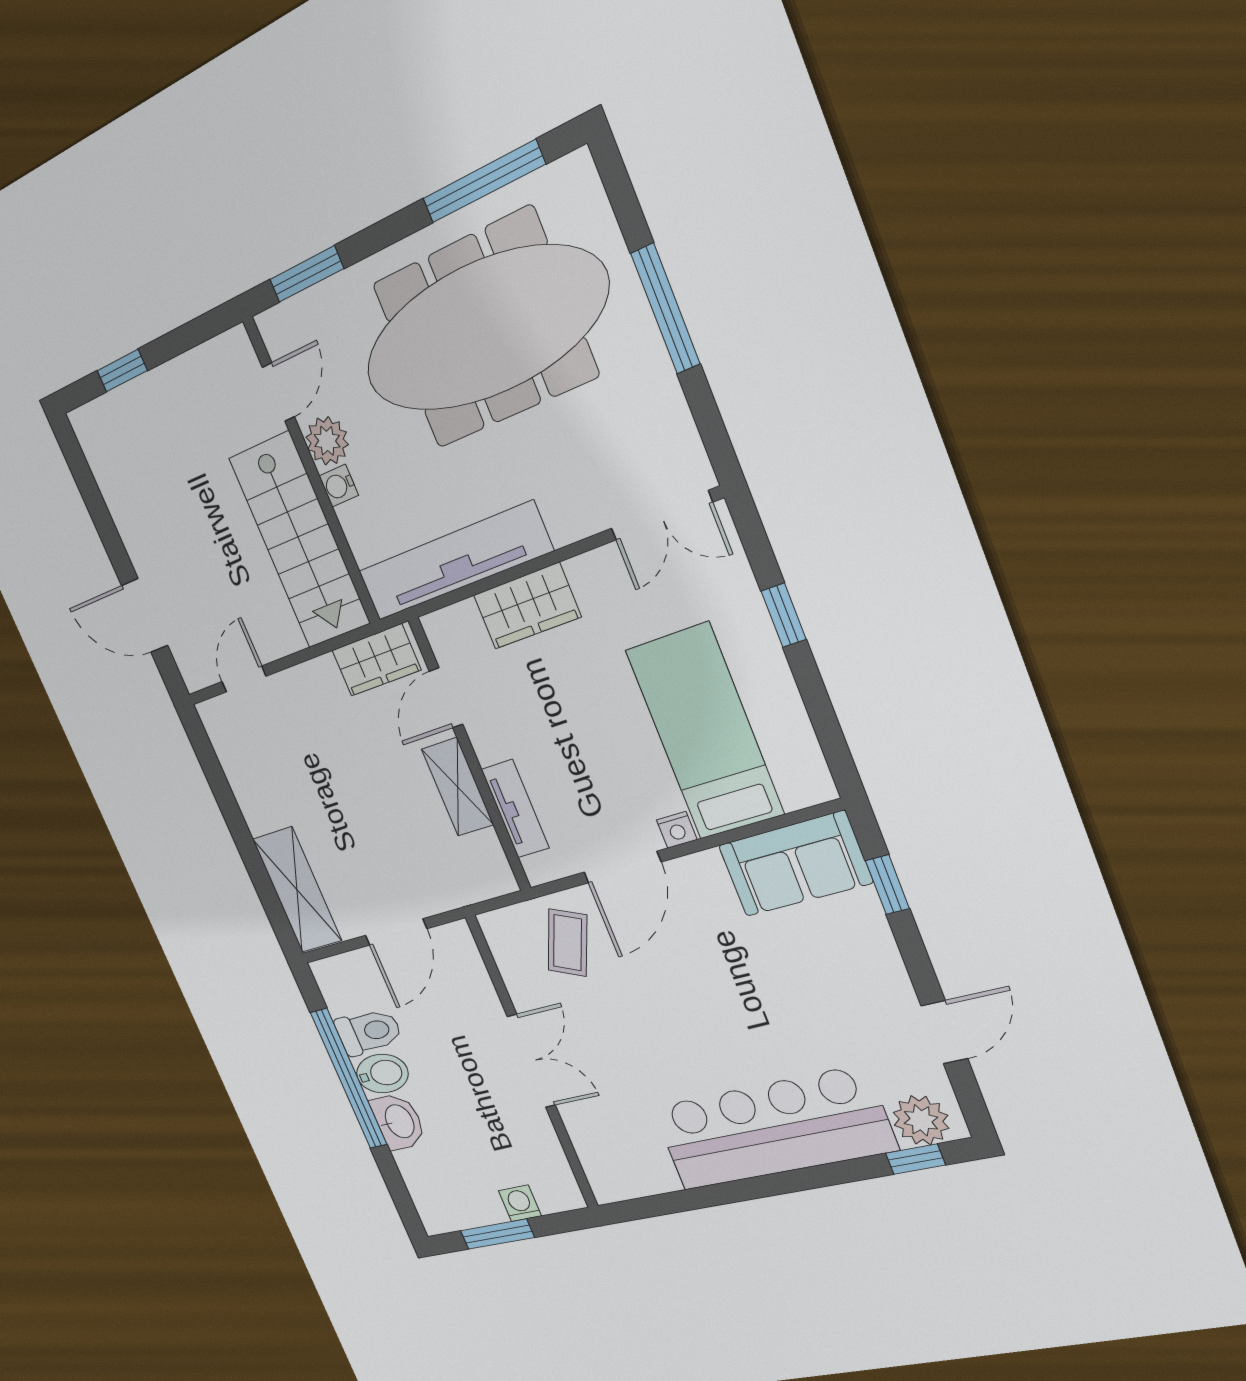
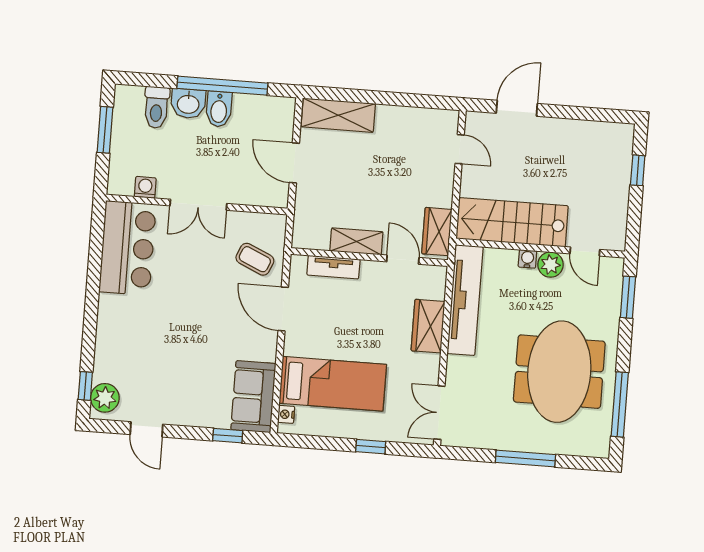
meeting table: (484, 329) -> (559, 372), width x0.73
nightstand: (677, 830) -> (286, 414), moved
toilet: (369, 1032) -> (156, 107), moved
bar counter: (772, 1129) -> (128, 248), moved, width x0.73
washing machine: (520, 1203) -> (145, 187), moved, turned -90

